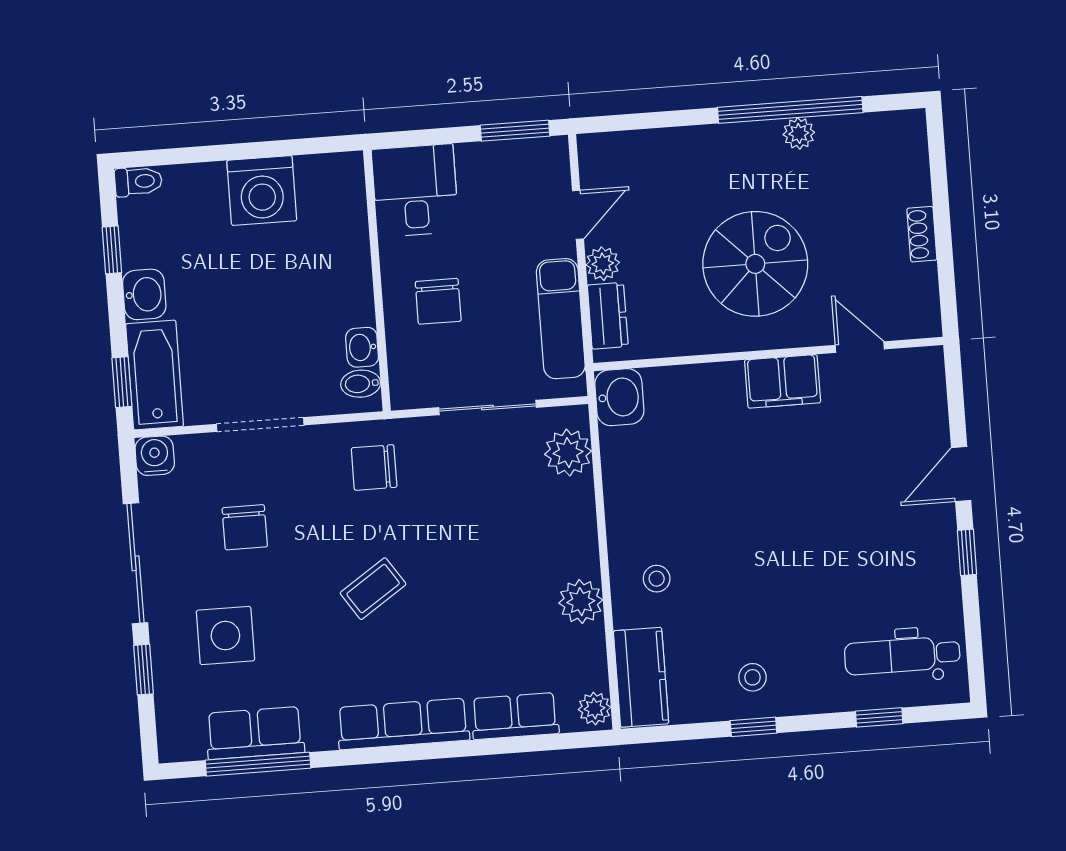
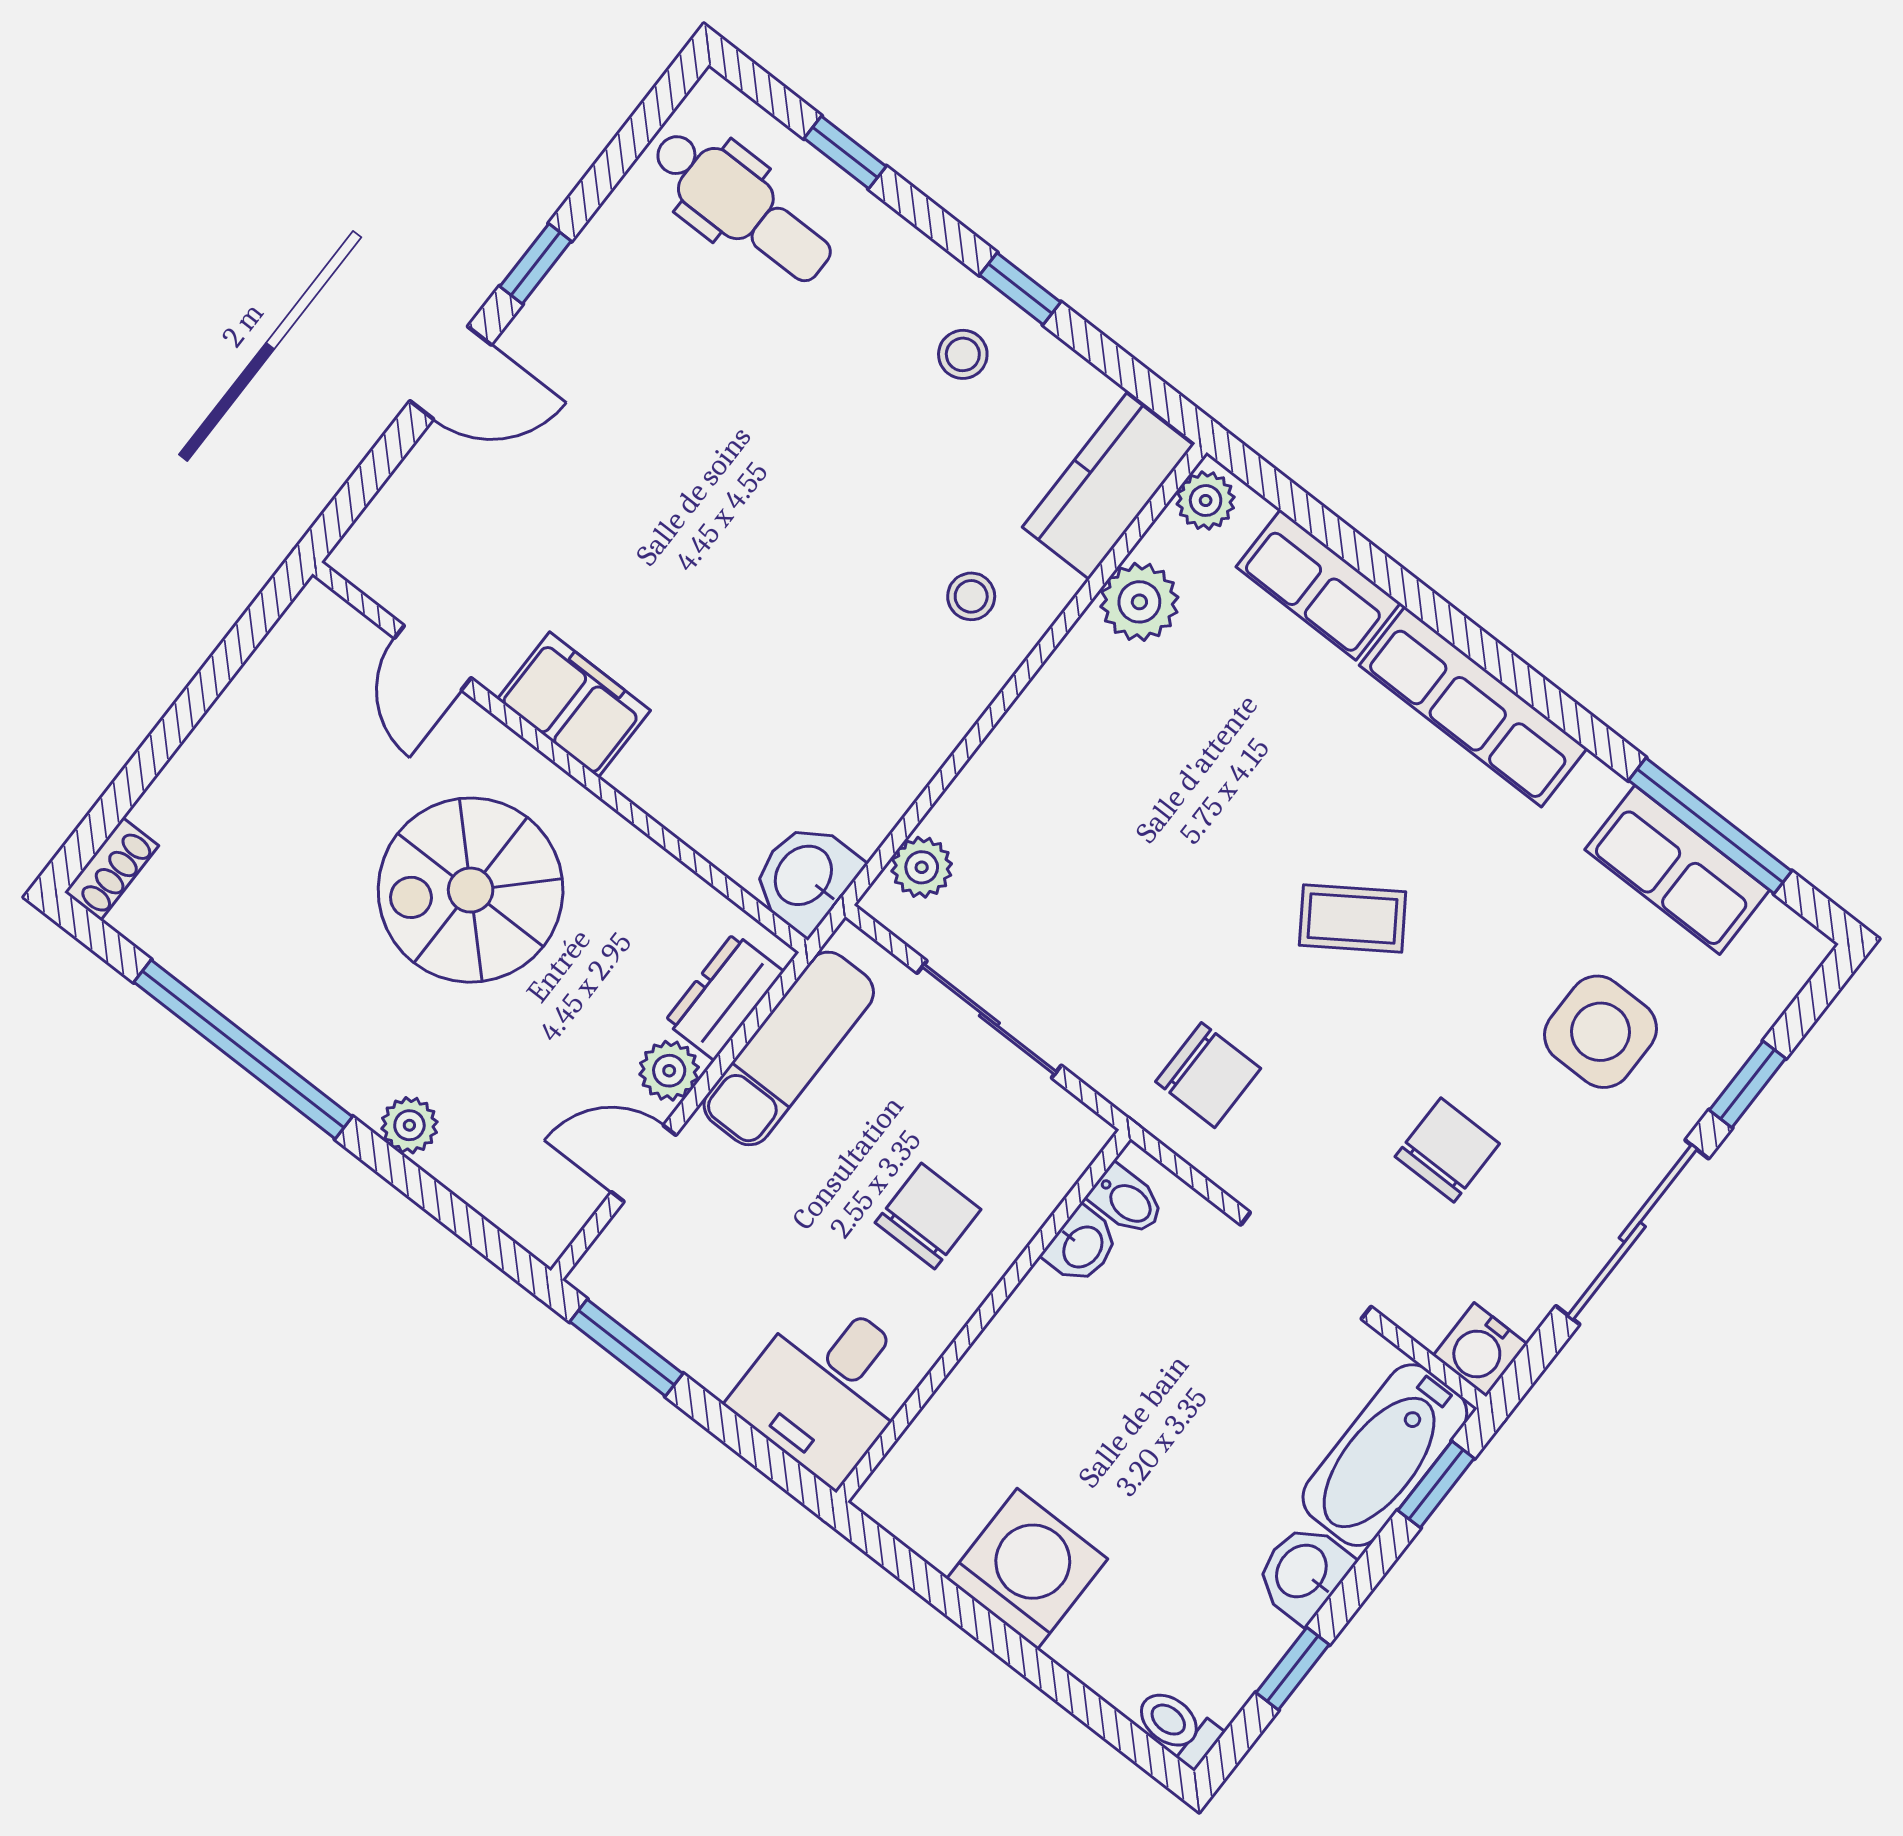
plant: (799, 133) -> (409, 1125), moved
shoe rack: (922, 234) -> (112, 869), moved
plant: (568, 453) -> (922, 867), width x0.73, depth x0.73
plant: (581, 602) -> (1139, 602), moved

